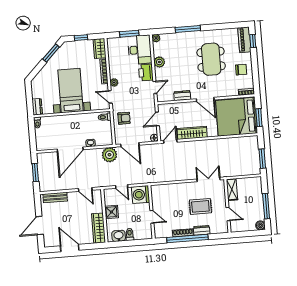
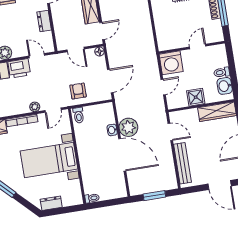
dresser: (37, 107) -> (51, 203), moved
door: (170, 141) -> (102, 31), swing flipped
plant: (109, 155) -> (128, 127), moved
door: (85, 189) -> (170, 132), hinge flipped
bench: (55, 197) -> (182, 163), width x1.36

